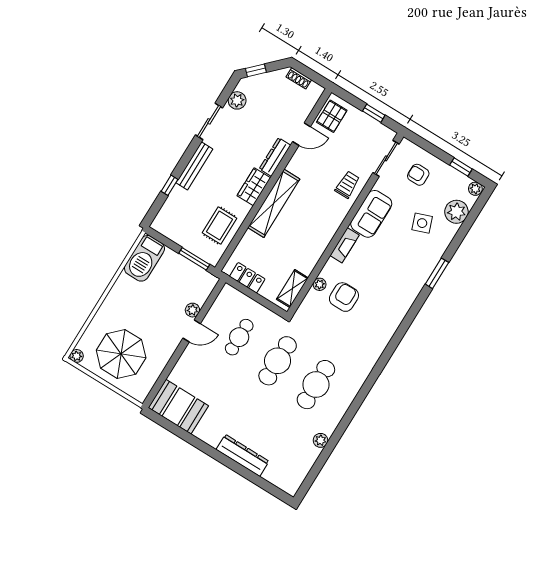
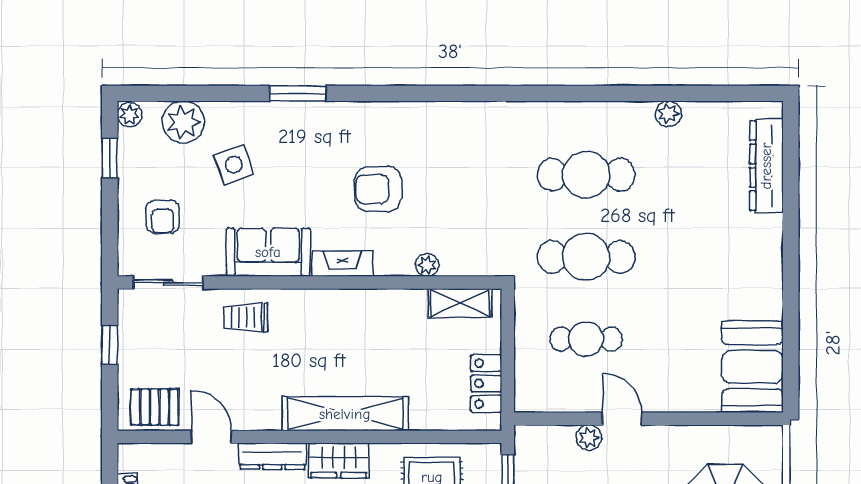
armchair: (344, 297) -> (378, 189), moved
dresser: (243, 455) -> (766, 166), moved

